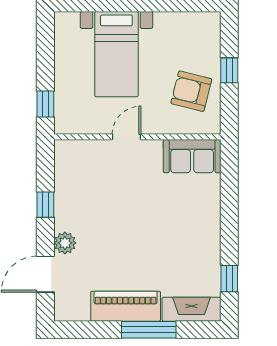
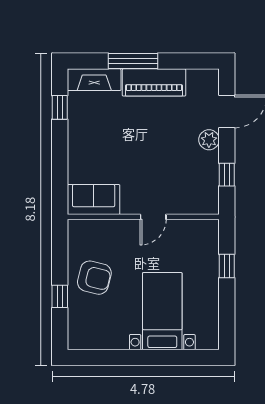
door: (127, 137) -> (153, 217), moved
wall: (137, 137) -> (143, 217), moved
sofa: (192, 156) -> (94, 200), moved

